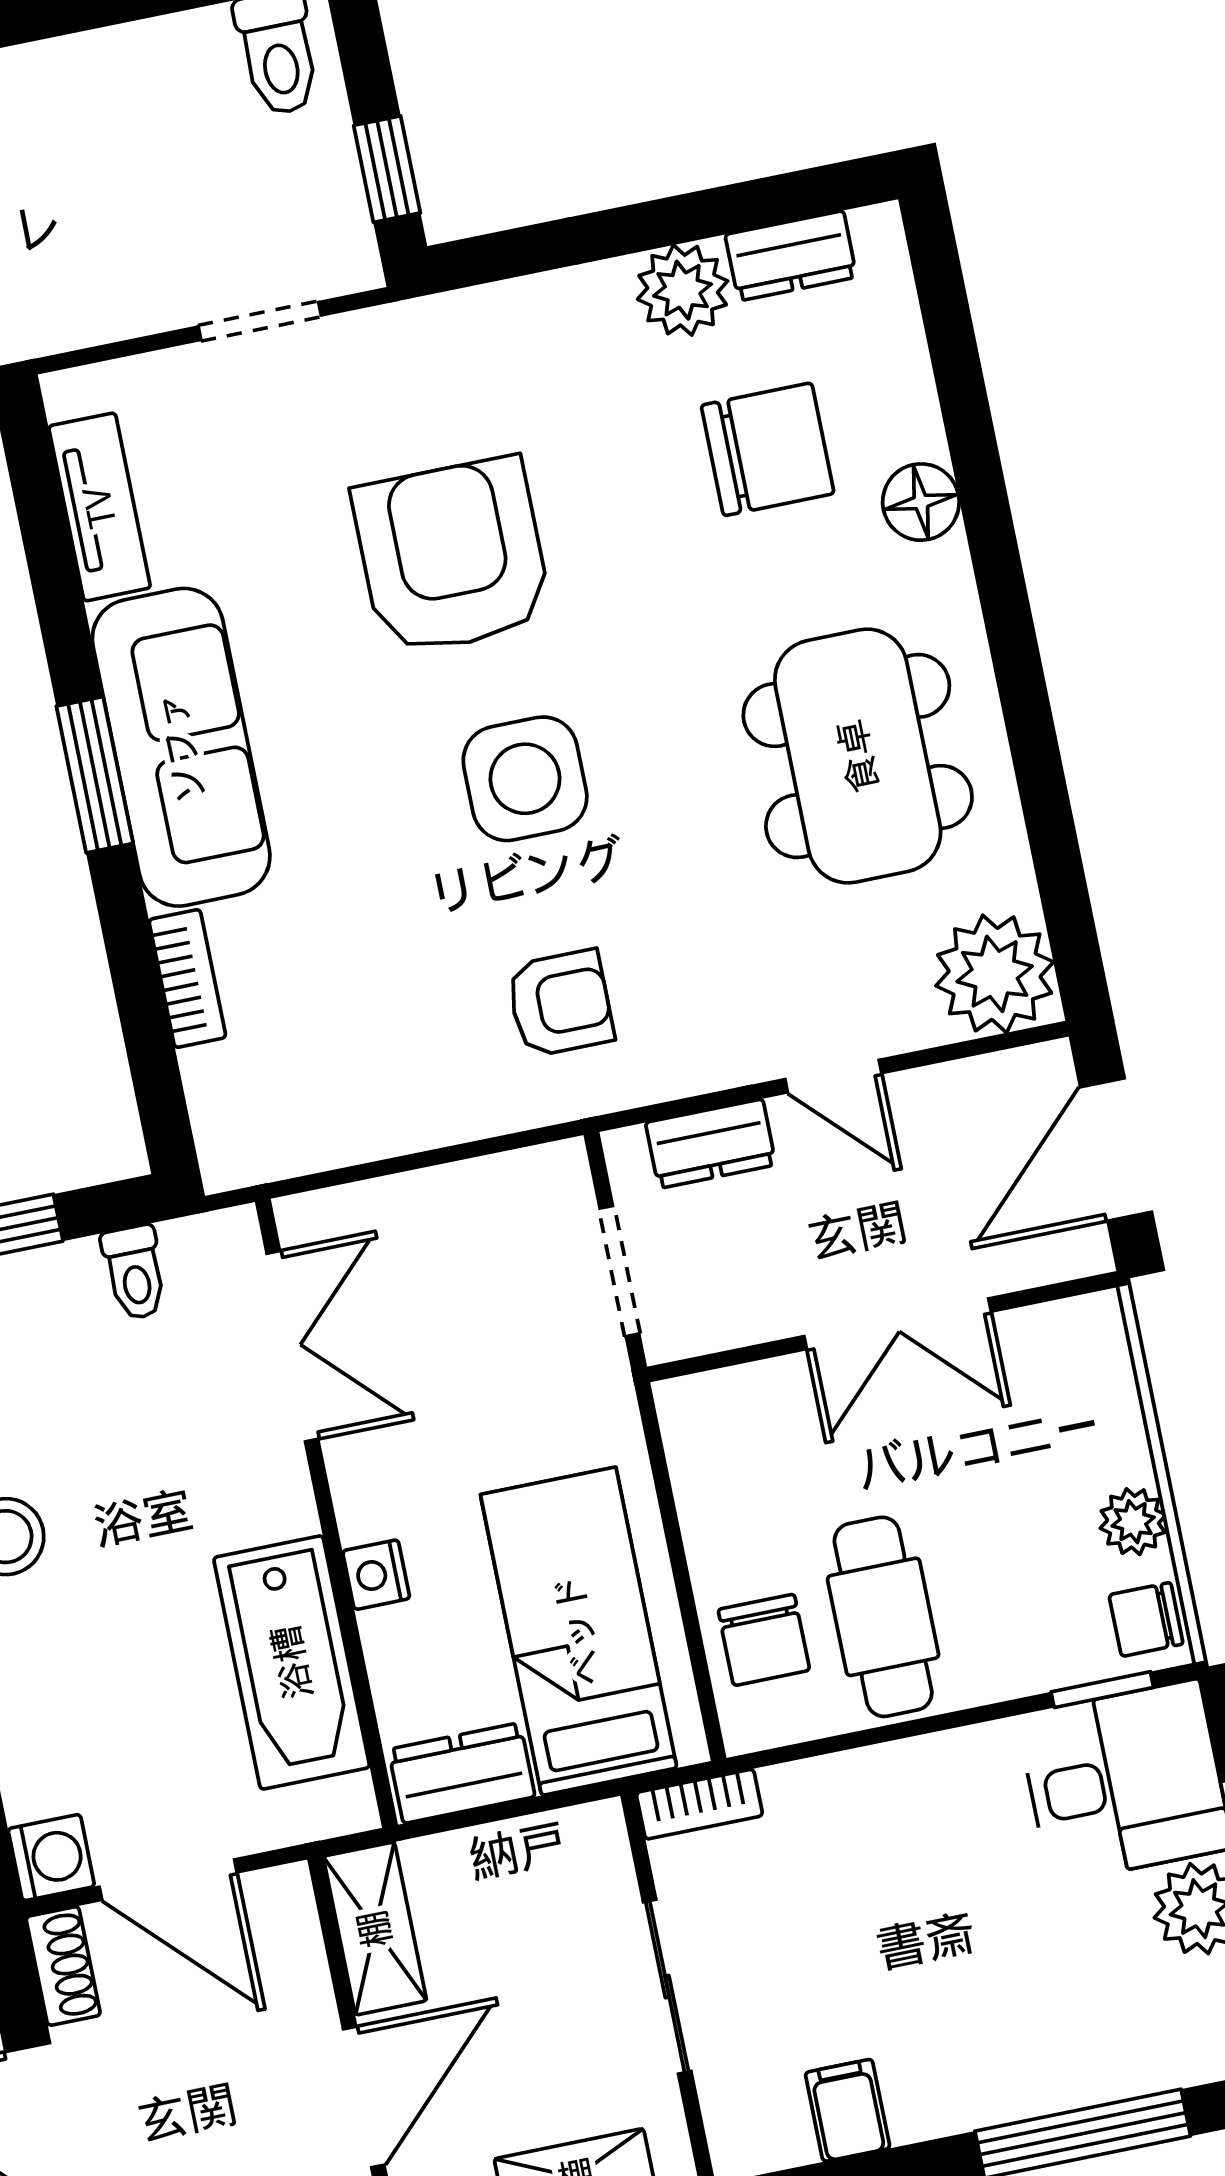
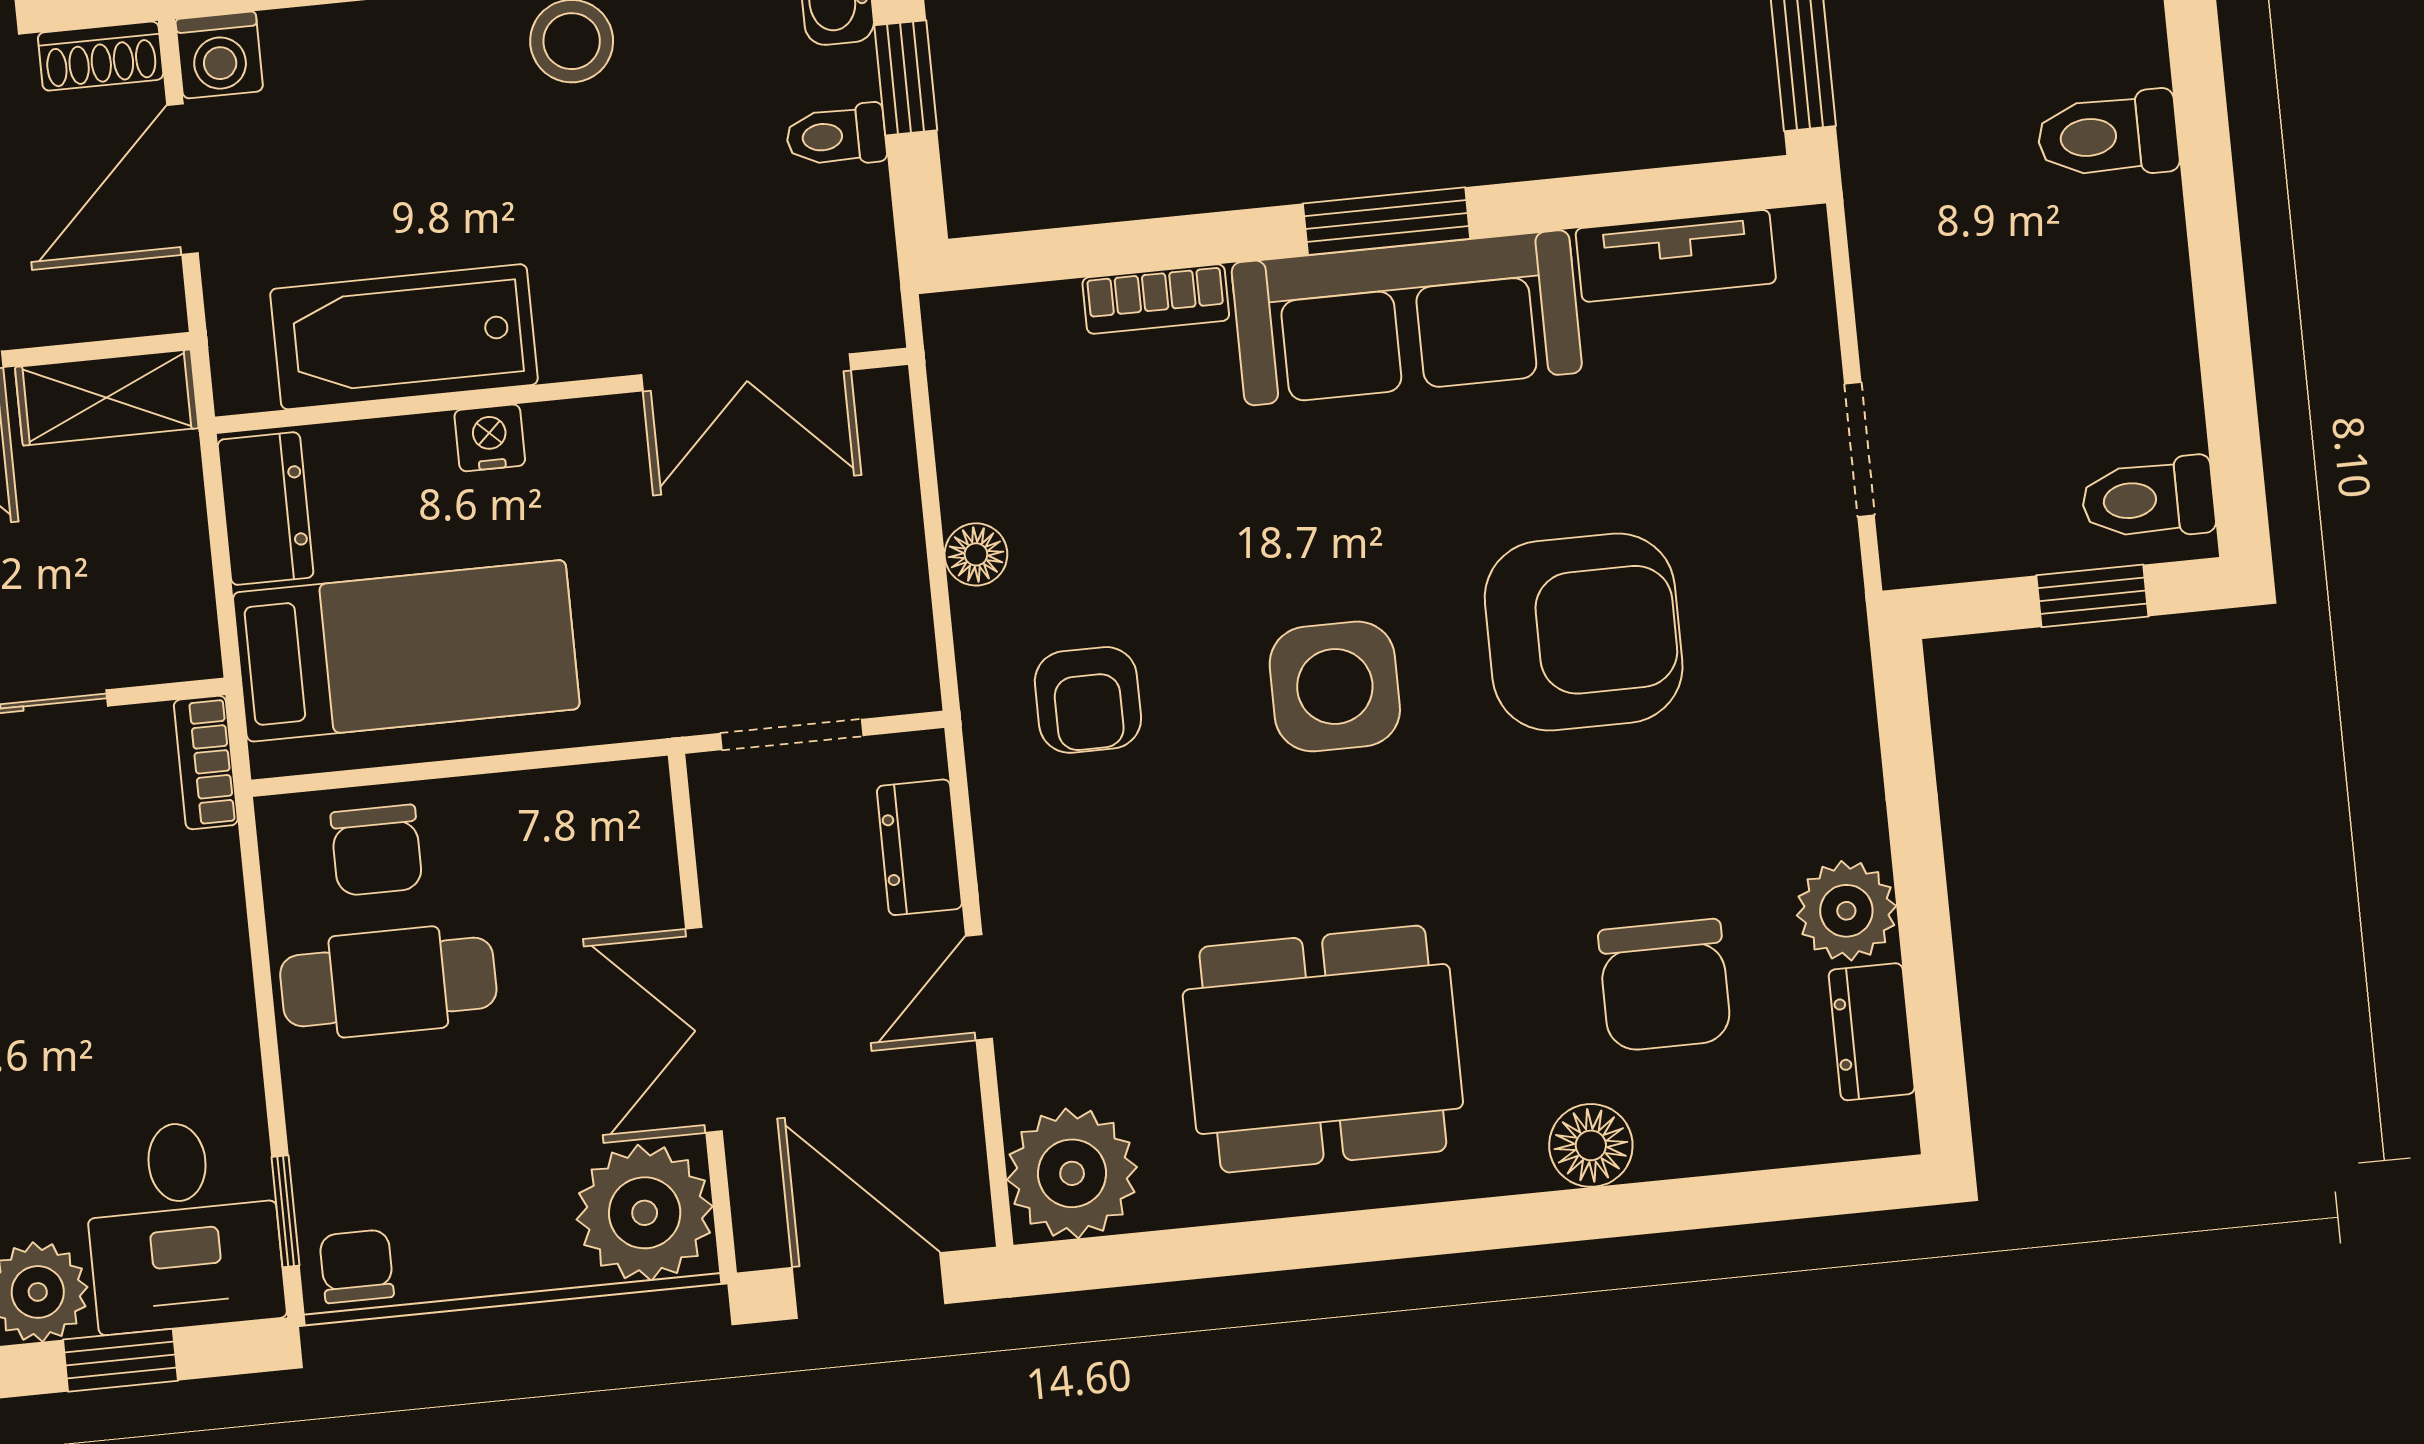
window: (387, 169) -> (2092, 596), moved
floor lamp: (438, 1119) -> (976, 554), added
toilet: (135, 1272) -> (836, 136), moved
plant: (1133, 1522) -> (645, 1213), moved, width x1.88, depth x1.88
chair: (764, 1640) -> (377, 850), turned -90

